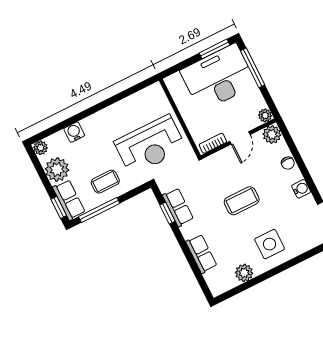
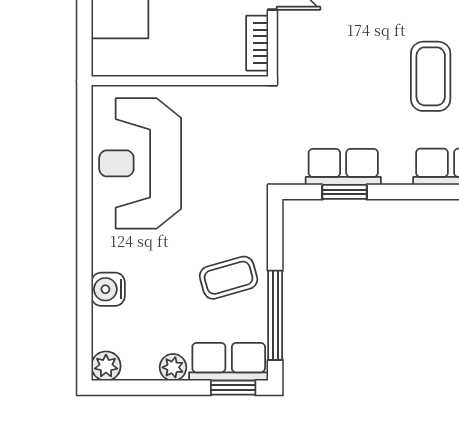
reception desk: (150, 145) -> (140, 163), moved, turned 180
plant: (57, 169) -> (173, 367), width x0.53, depth x0.53
coffee table: (105, 182) -> (229, 278), turned 74
coffee table: (242, 201) -> (431, 76), moved

